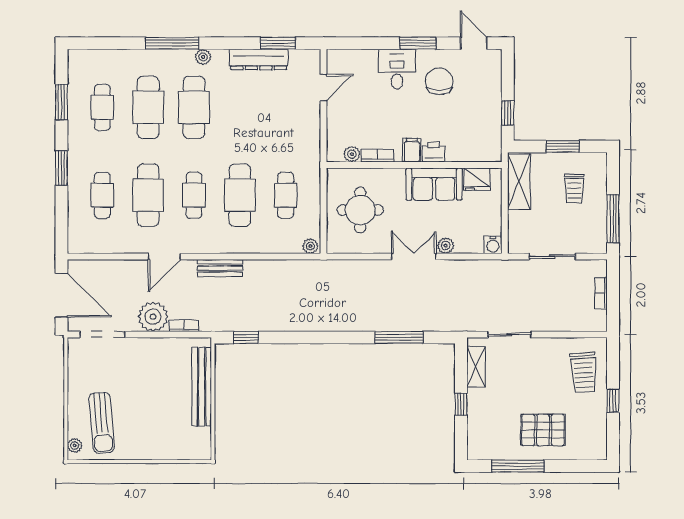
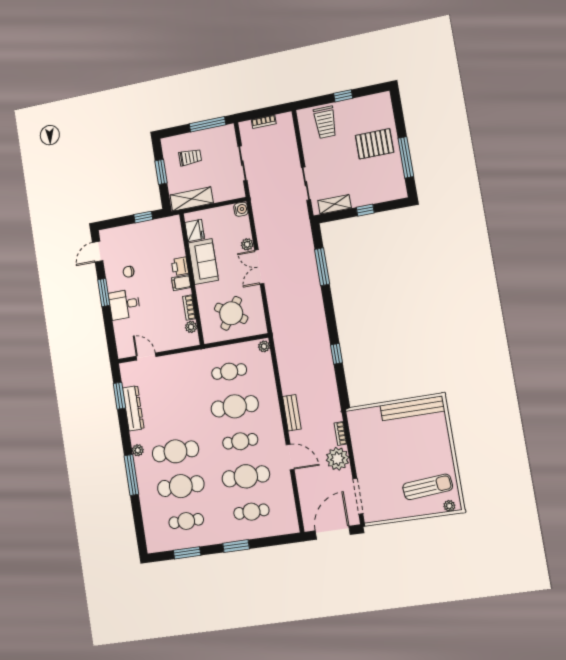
chair: (439, 81) -> (129, 272), width x0.54, depth x0.54
round table: (360, 210) -> (231, 313), turned 34
window: (246, 337) -> (337, 354), moved
trolley: (584, 372) -> (325, 122), turned 94
bench: (202, 387) -> (412, 408), moved
pallet: (543, 430) -> (375, 144), turned 90

